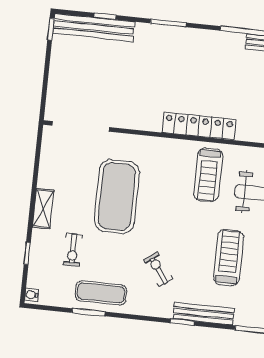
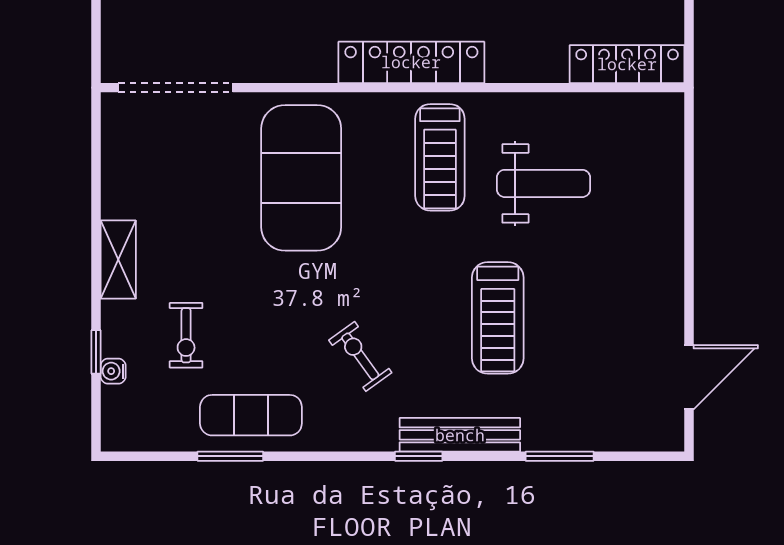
exercise mat: (117, 196) -> (301, 178), moved
treadmill: (229, 257) -> (498, 318), turned 180
water cooler: (32, 295) -> (113, 371), moved

